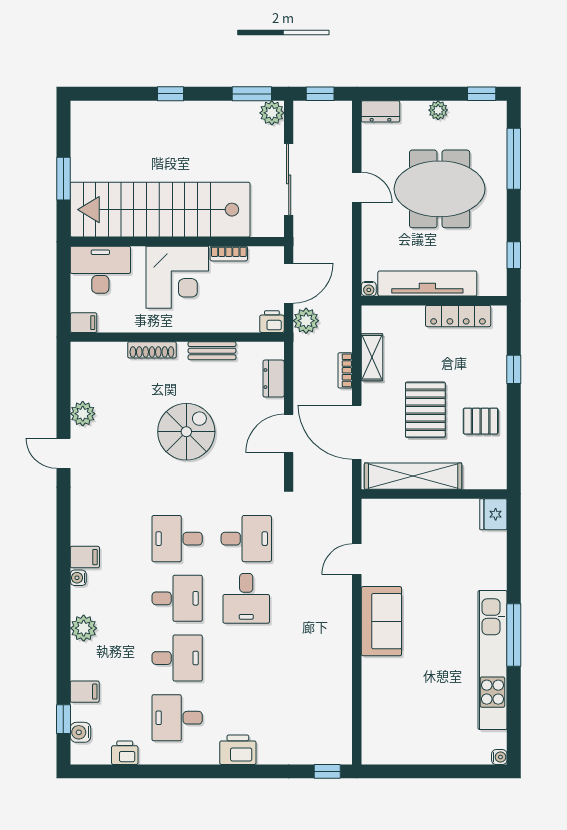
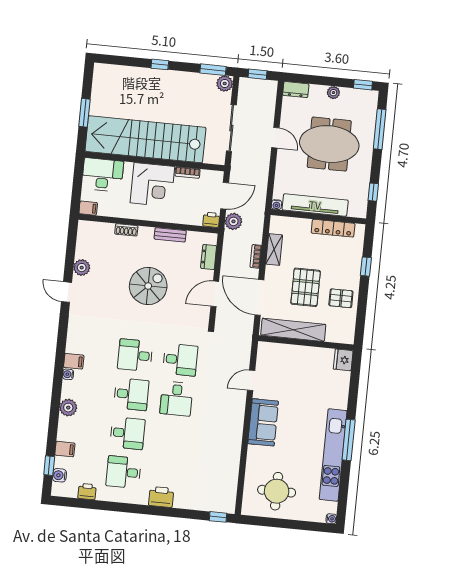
shoe rack: (152, 350) -> (126, 230), width x0.70
round table: (412, 723) -> (277, 491), added

